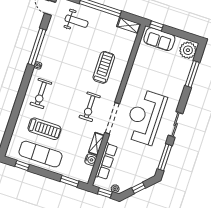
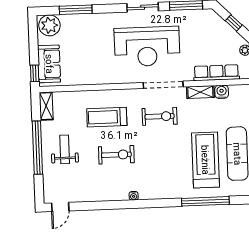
weight bench: (77, 21) -> (65, 149), moved
window: (37, 47) -> (205, 201), moved
exercise bike: (41, 94) -> (116, 155), moved
treadmill: (44, 129) -> (205, 160), width x1.37, depth x1.38

